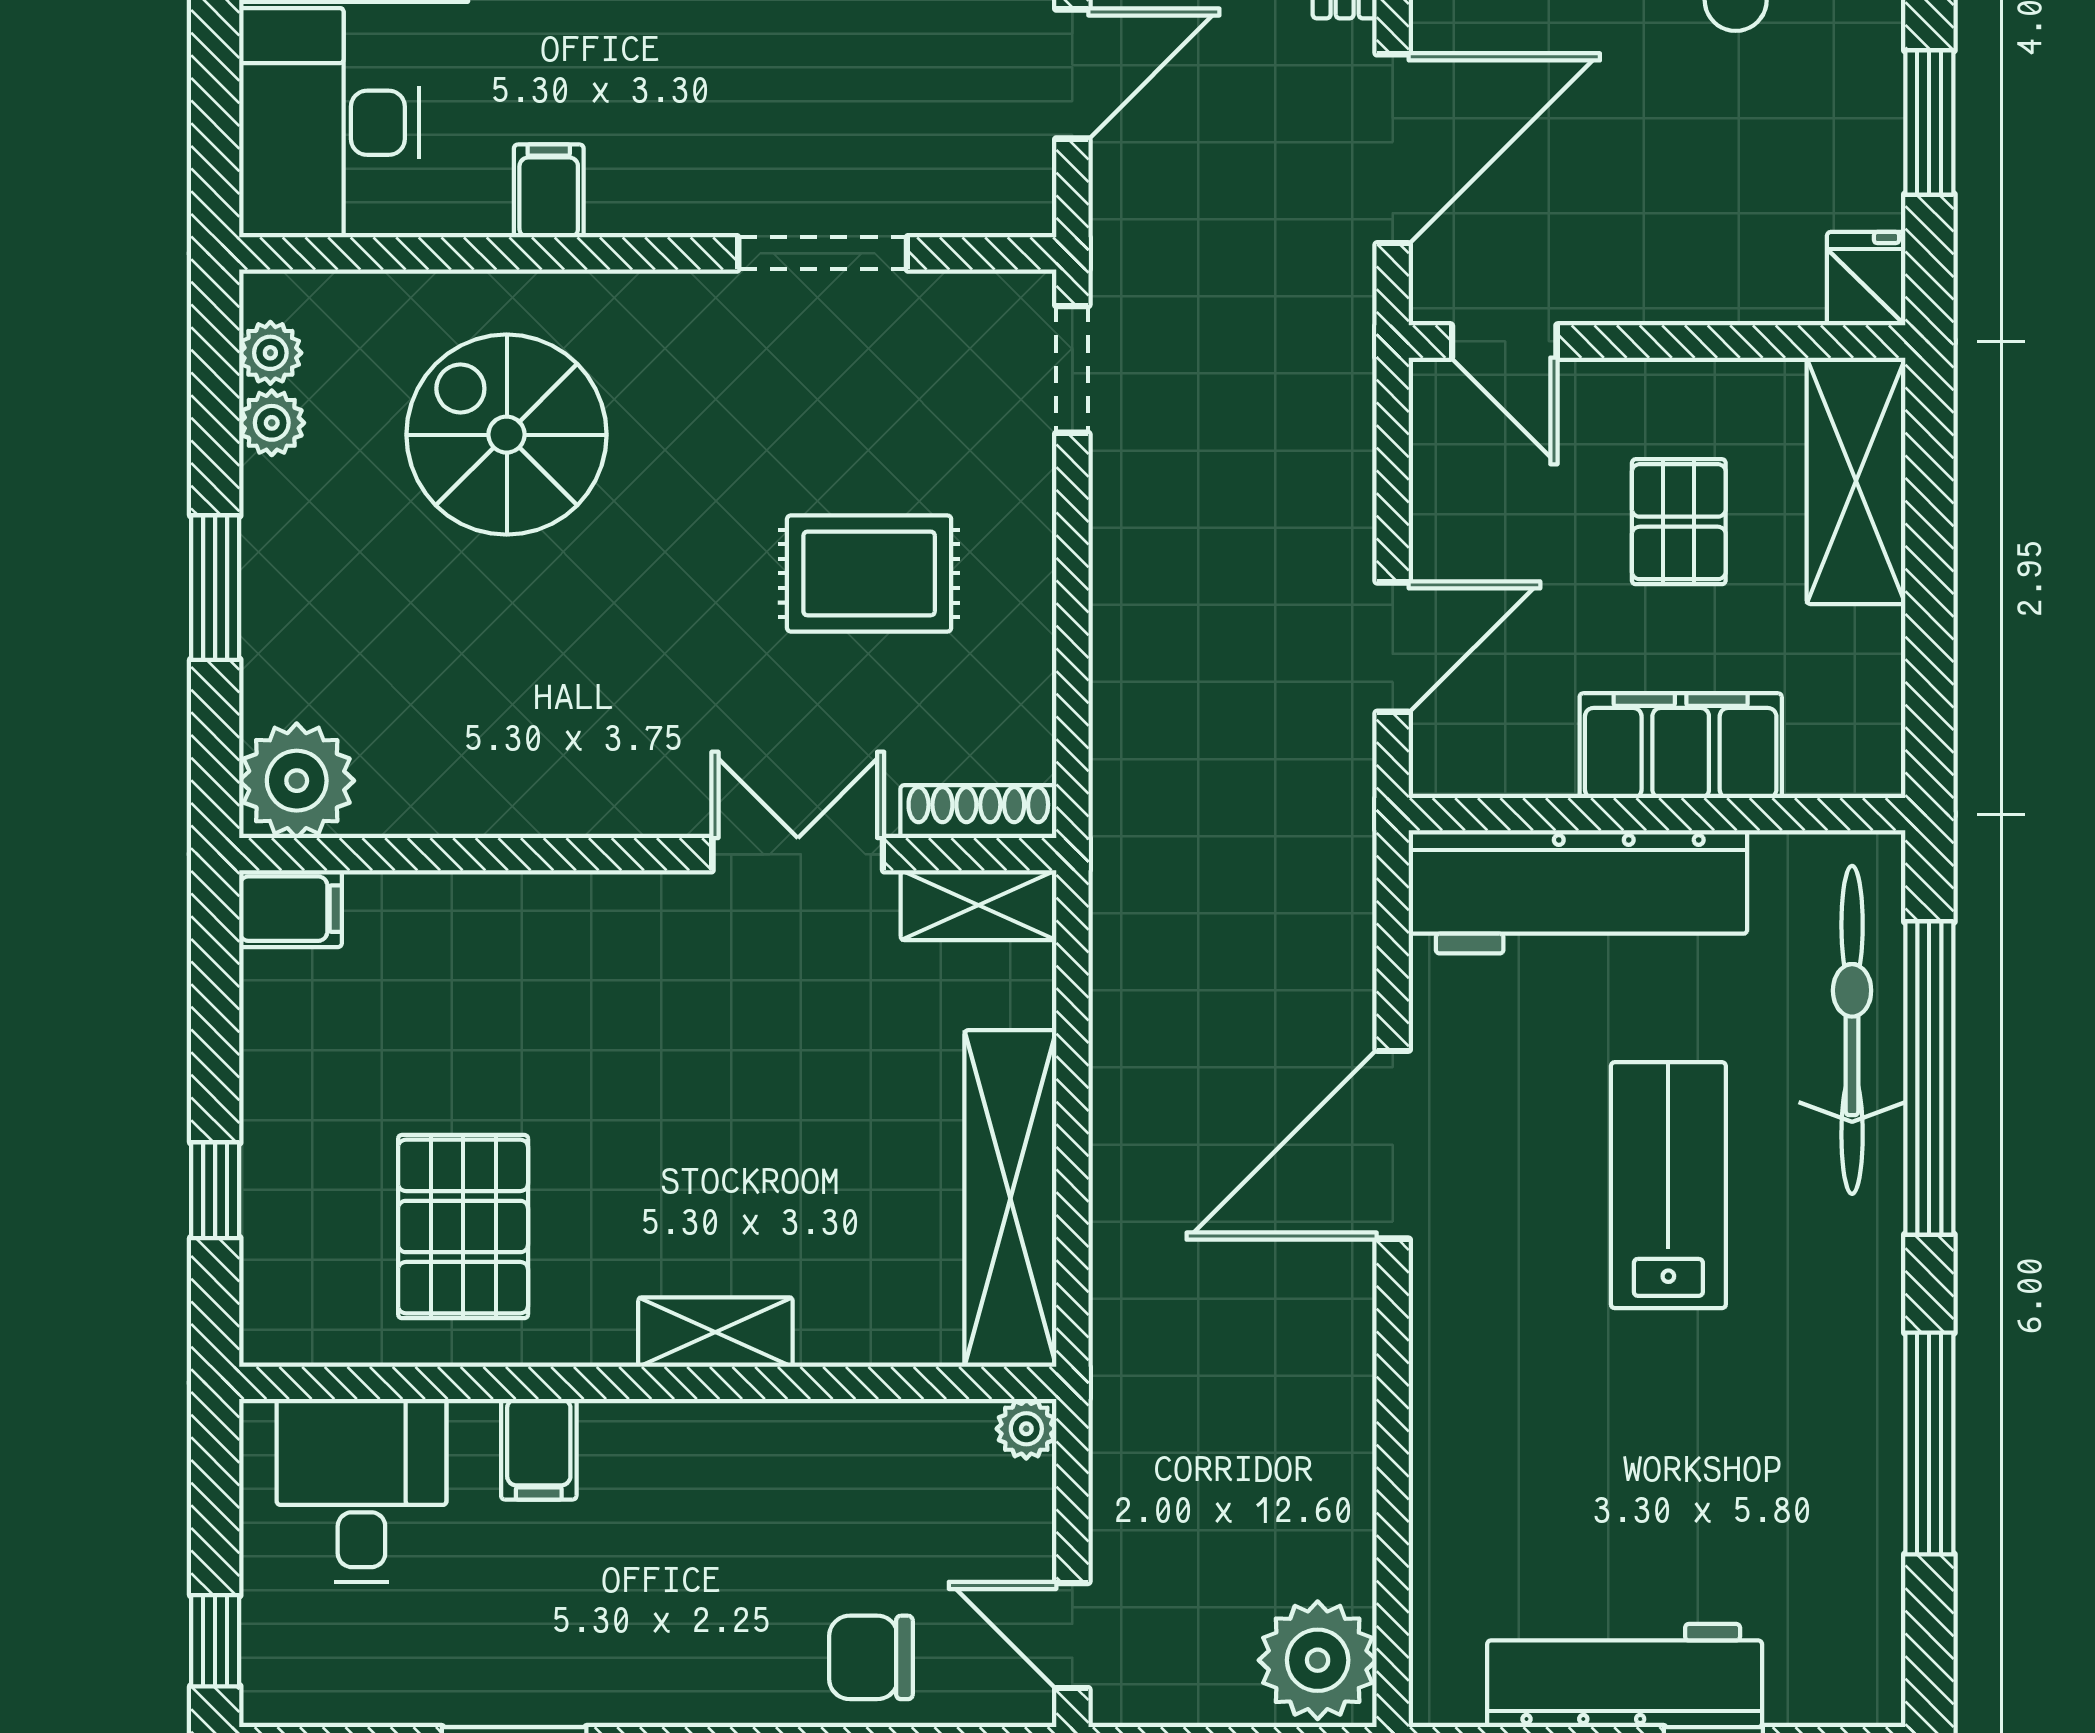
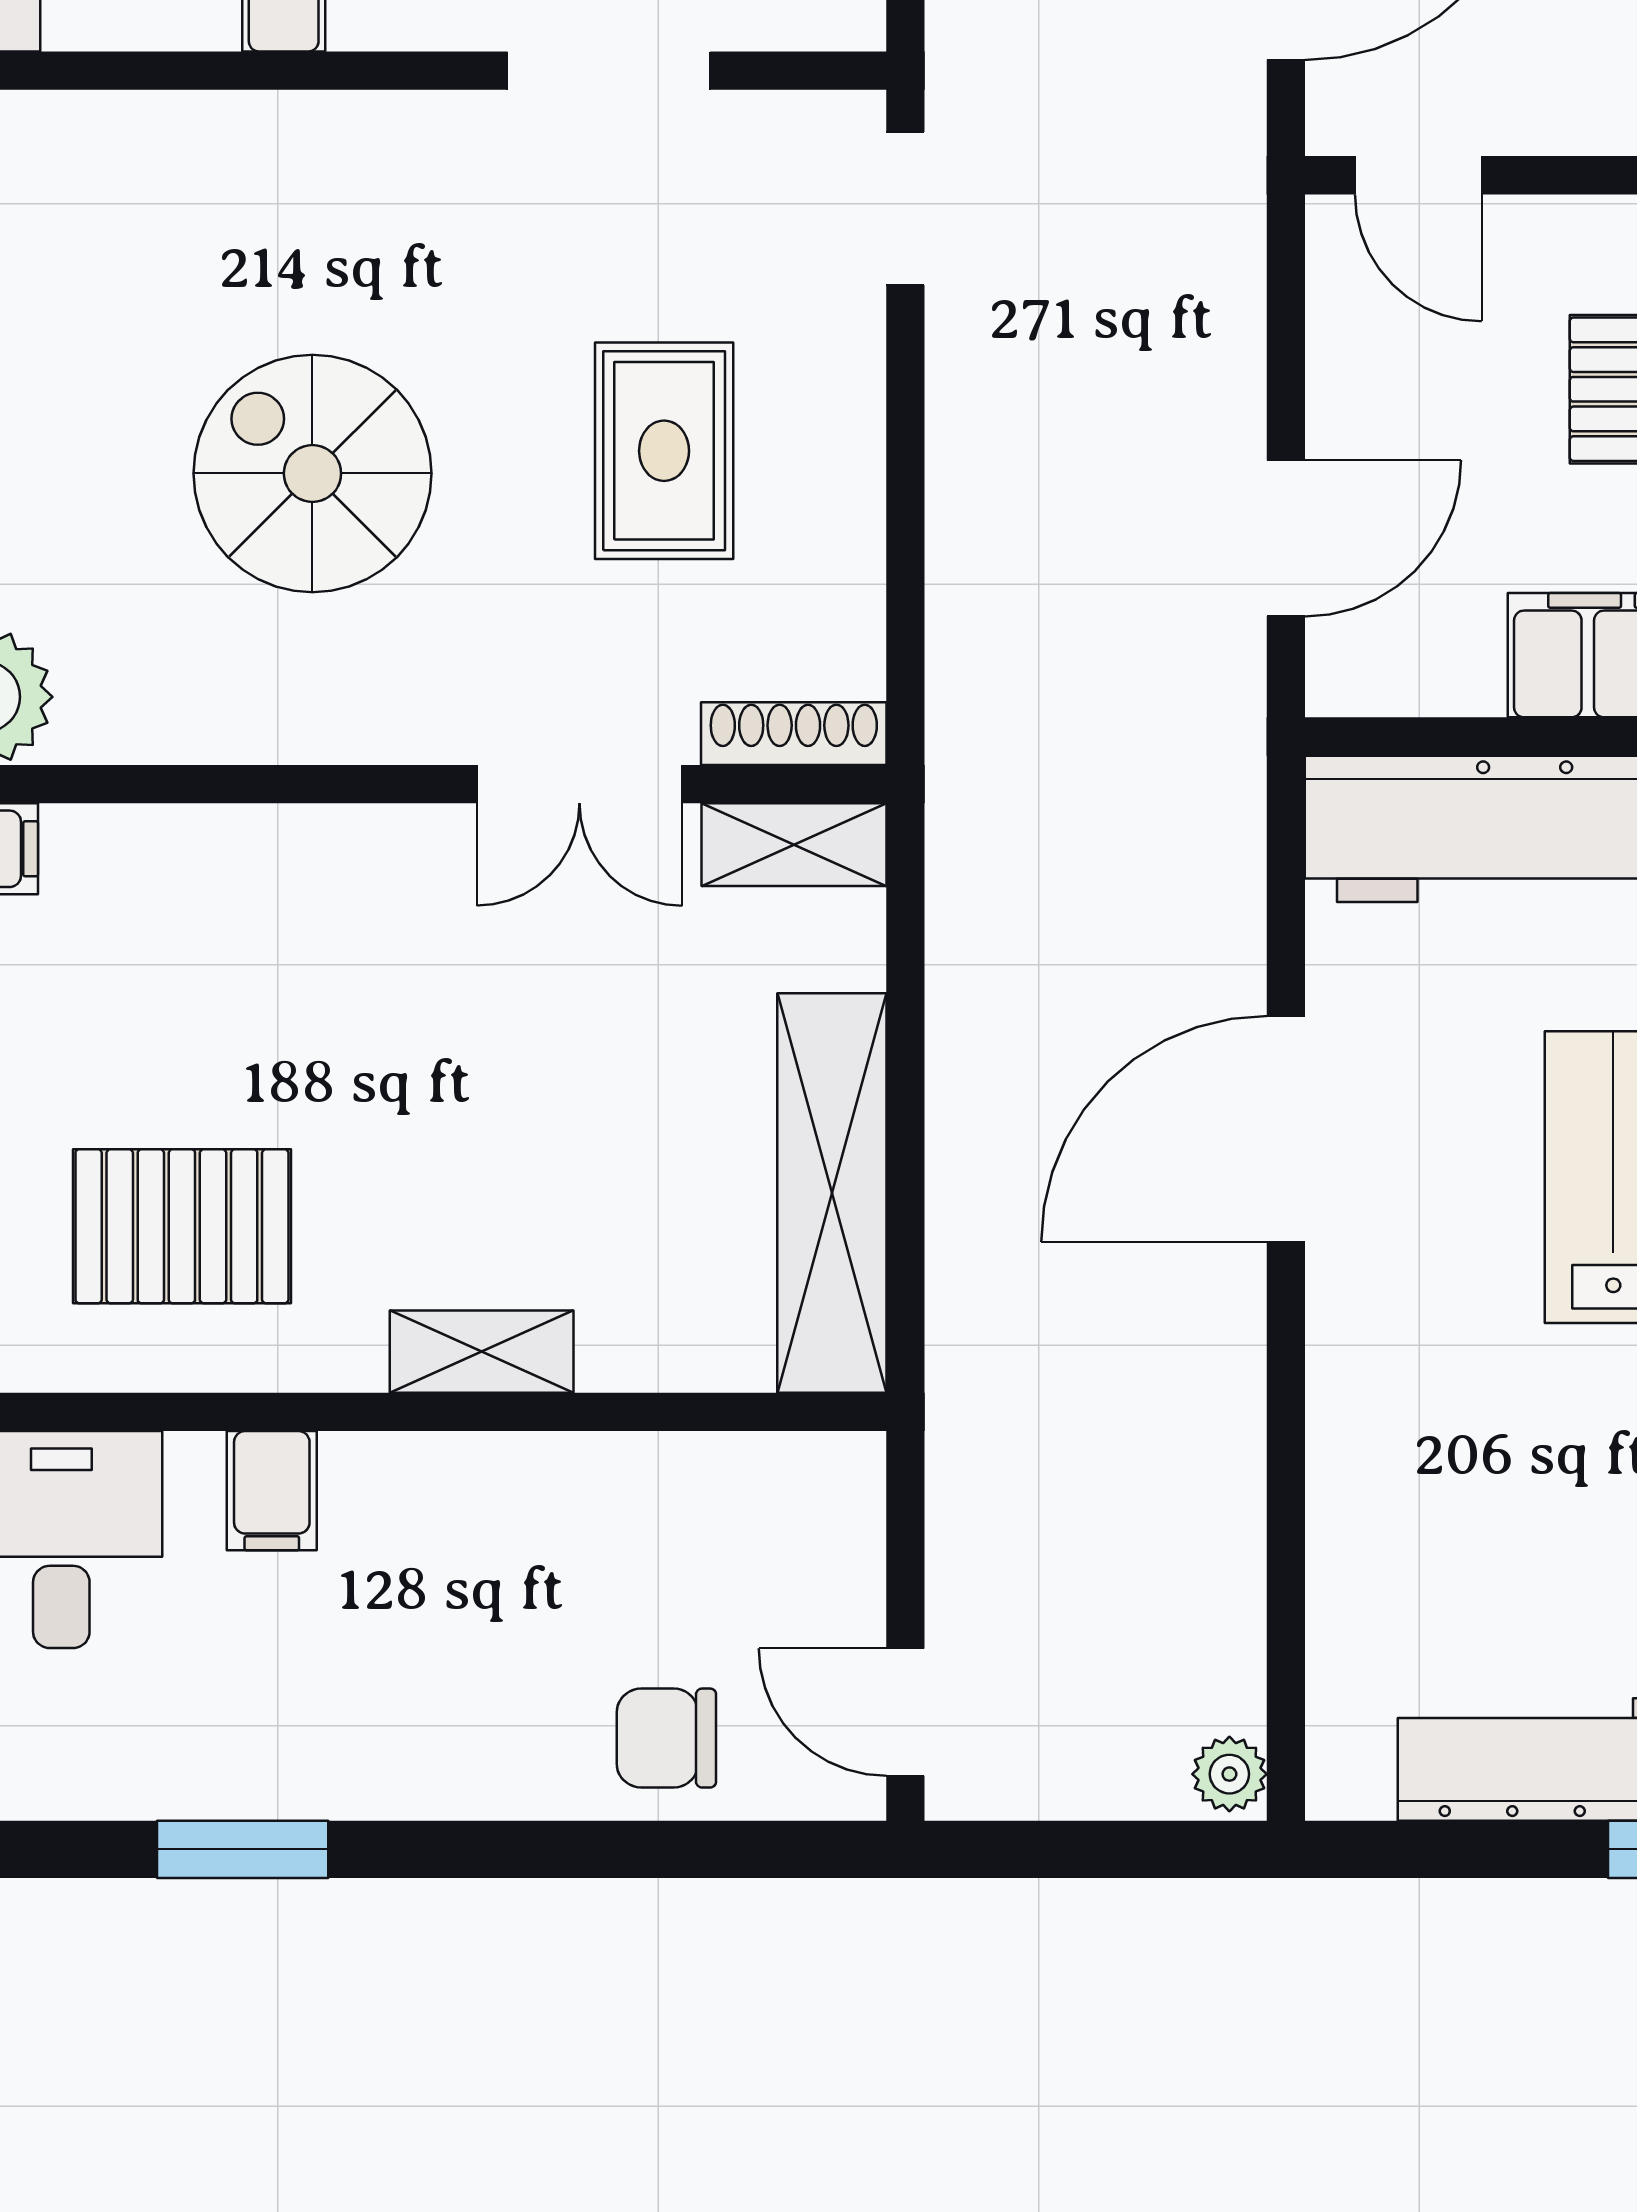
spiral stairs: (507, 435) -> (312, 473), moved
rug: (869, 573) -> (664, 451), turned 90
double door: (798, 854) -> (579, 784), swing flipped
pallet: (463, 1227) -> (182, 1226), turned 90
plant: (1026, 1429) -> (851, 1466), removed
plant: (1318, 1660) -> (1229, 1774), width x0.53, depth x0.53

